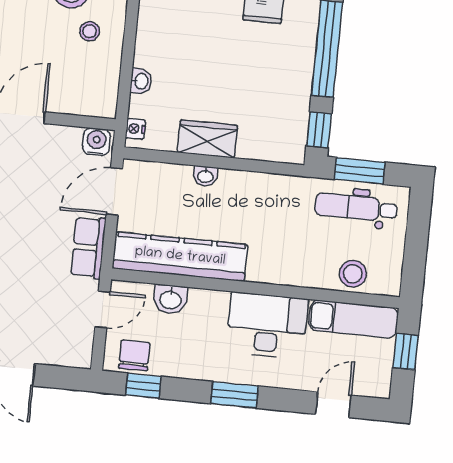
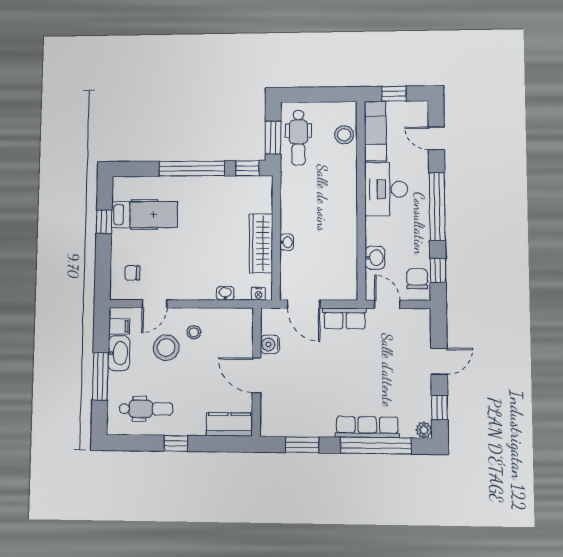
wardrobe: (207, 139) -> (261, 243), width x1.50
water cooler: (96, 142) -> (270, 344), moved
kitchen counter: (180, 257) -> (344, 254), removed
chair: (134, 355) -> (417, 279), turned 90
window: (235, 395) -> (437, 207), width x2.11

